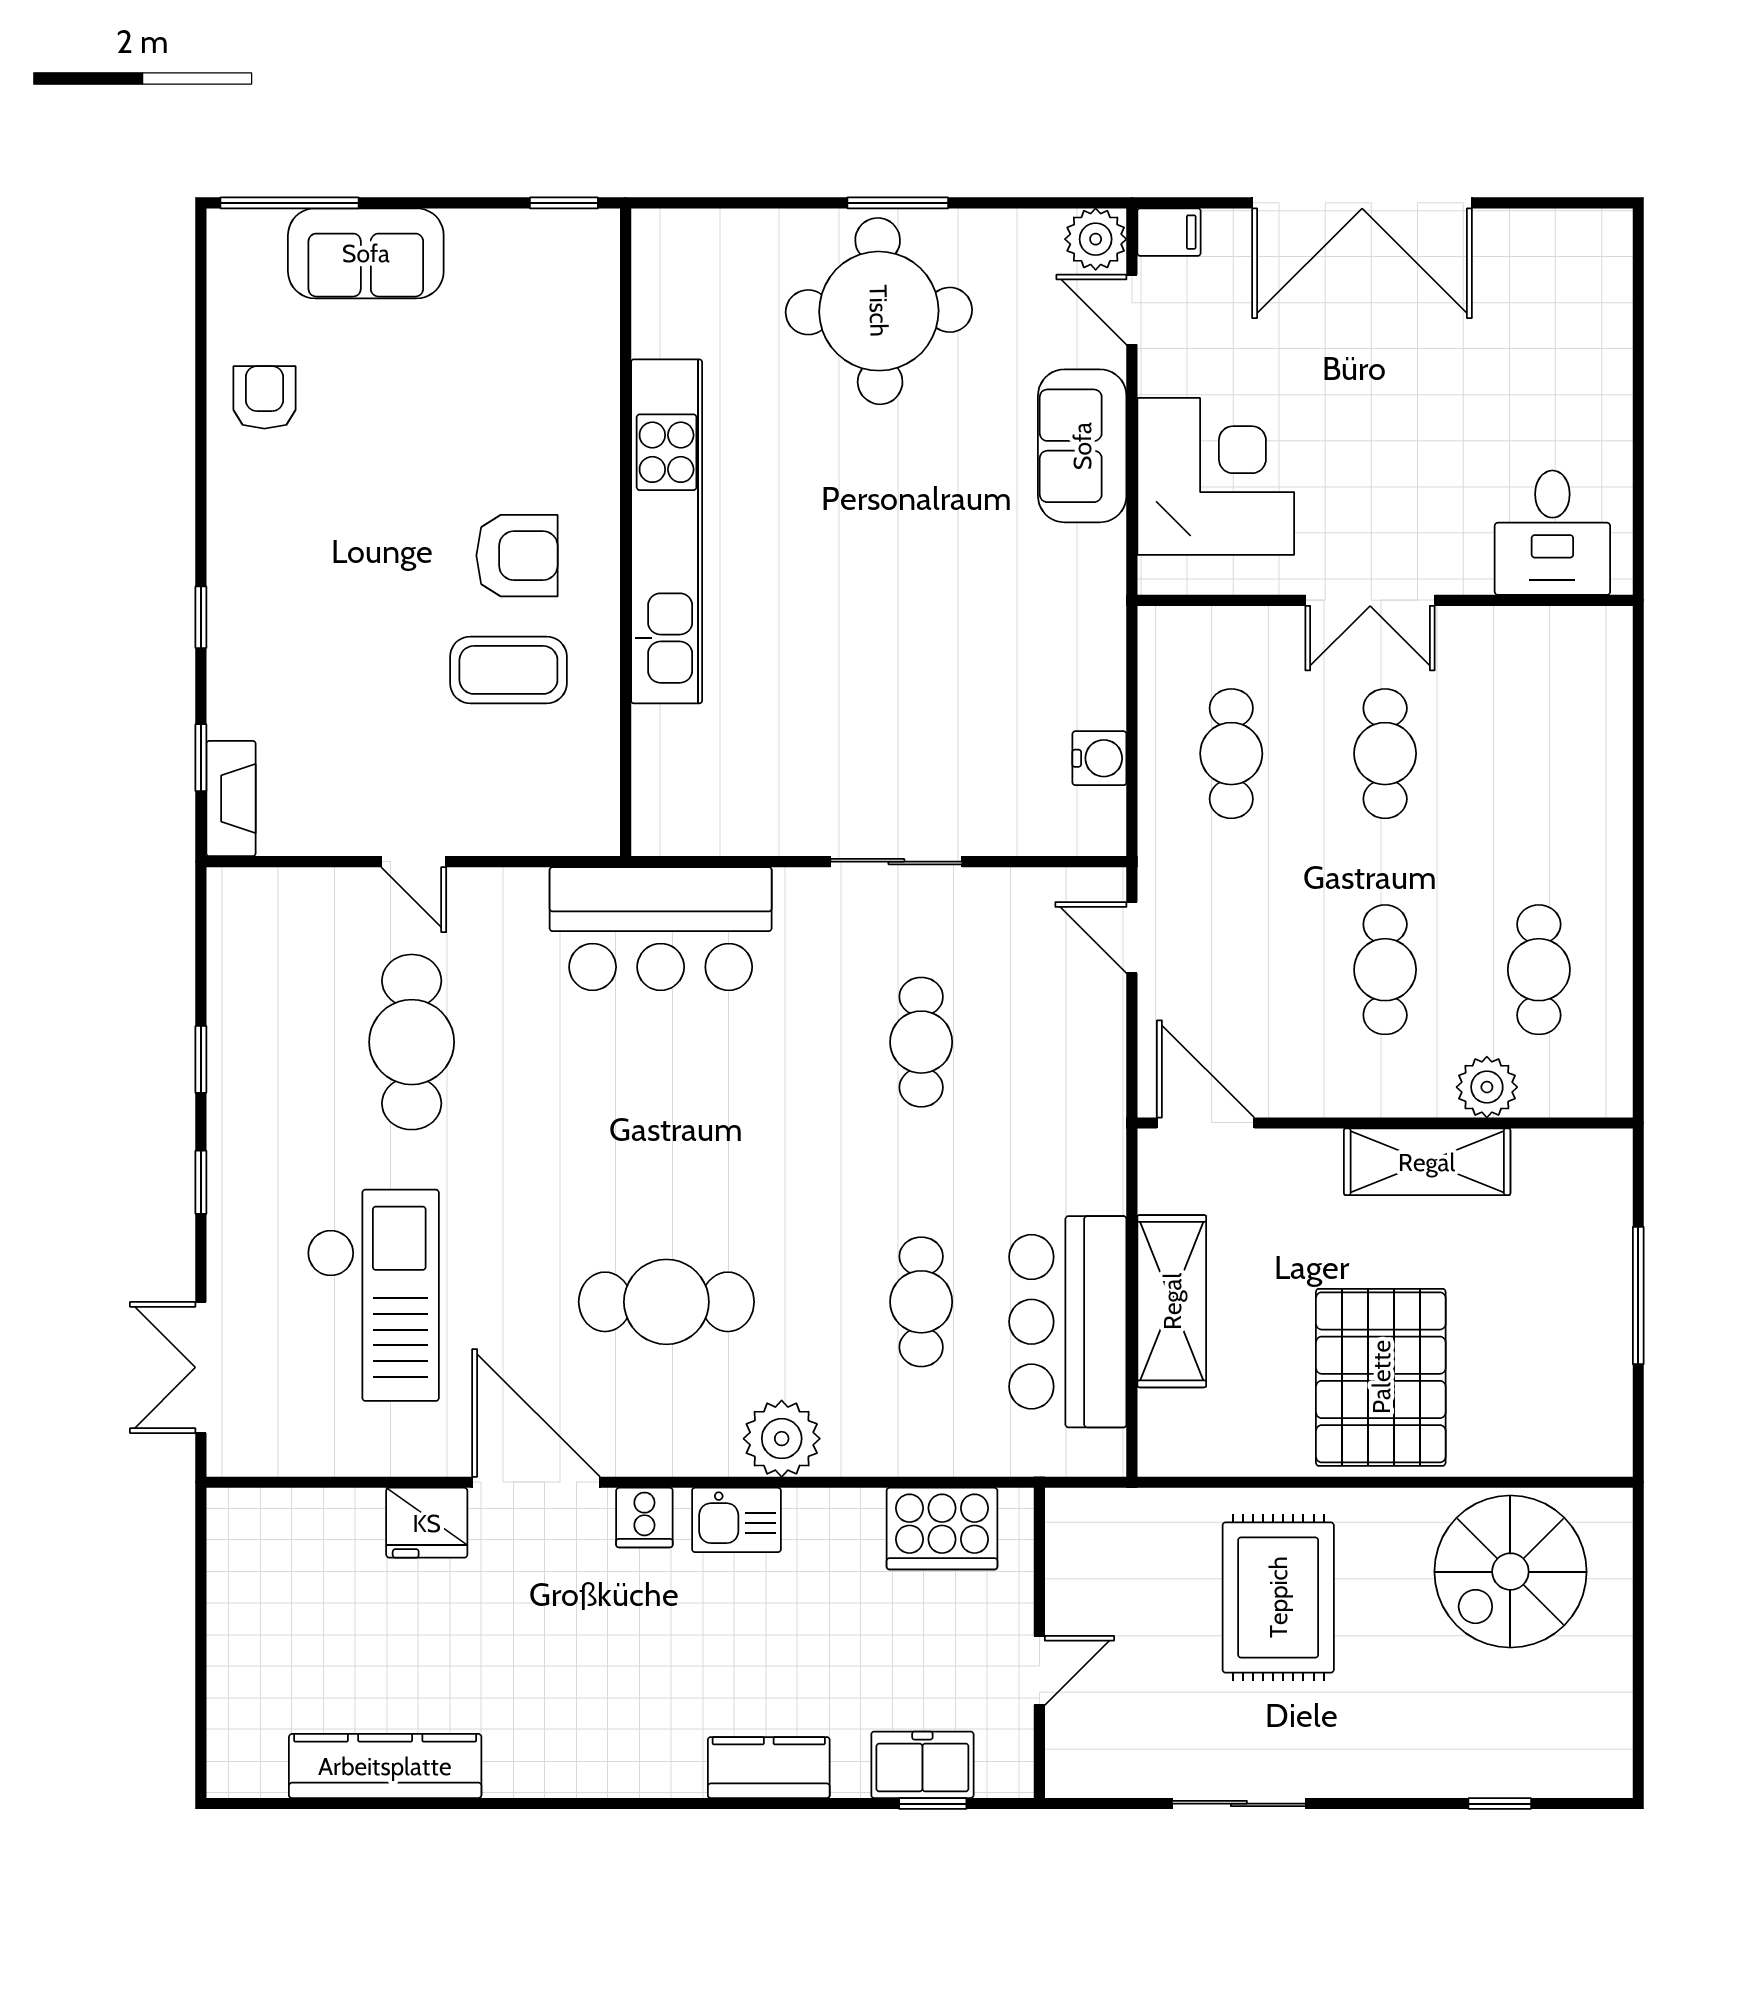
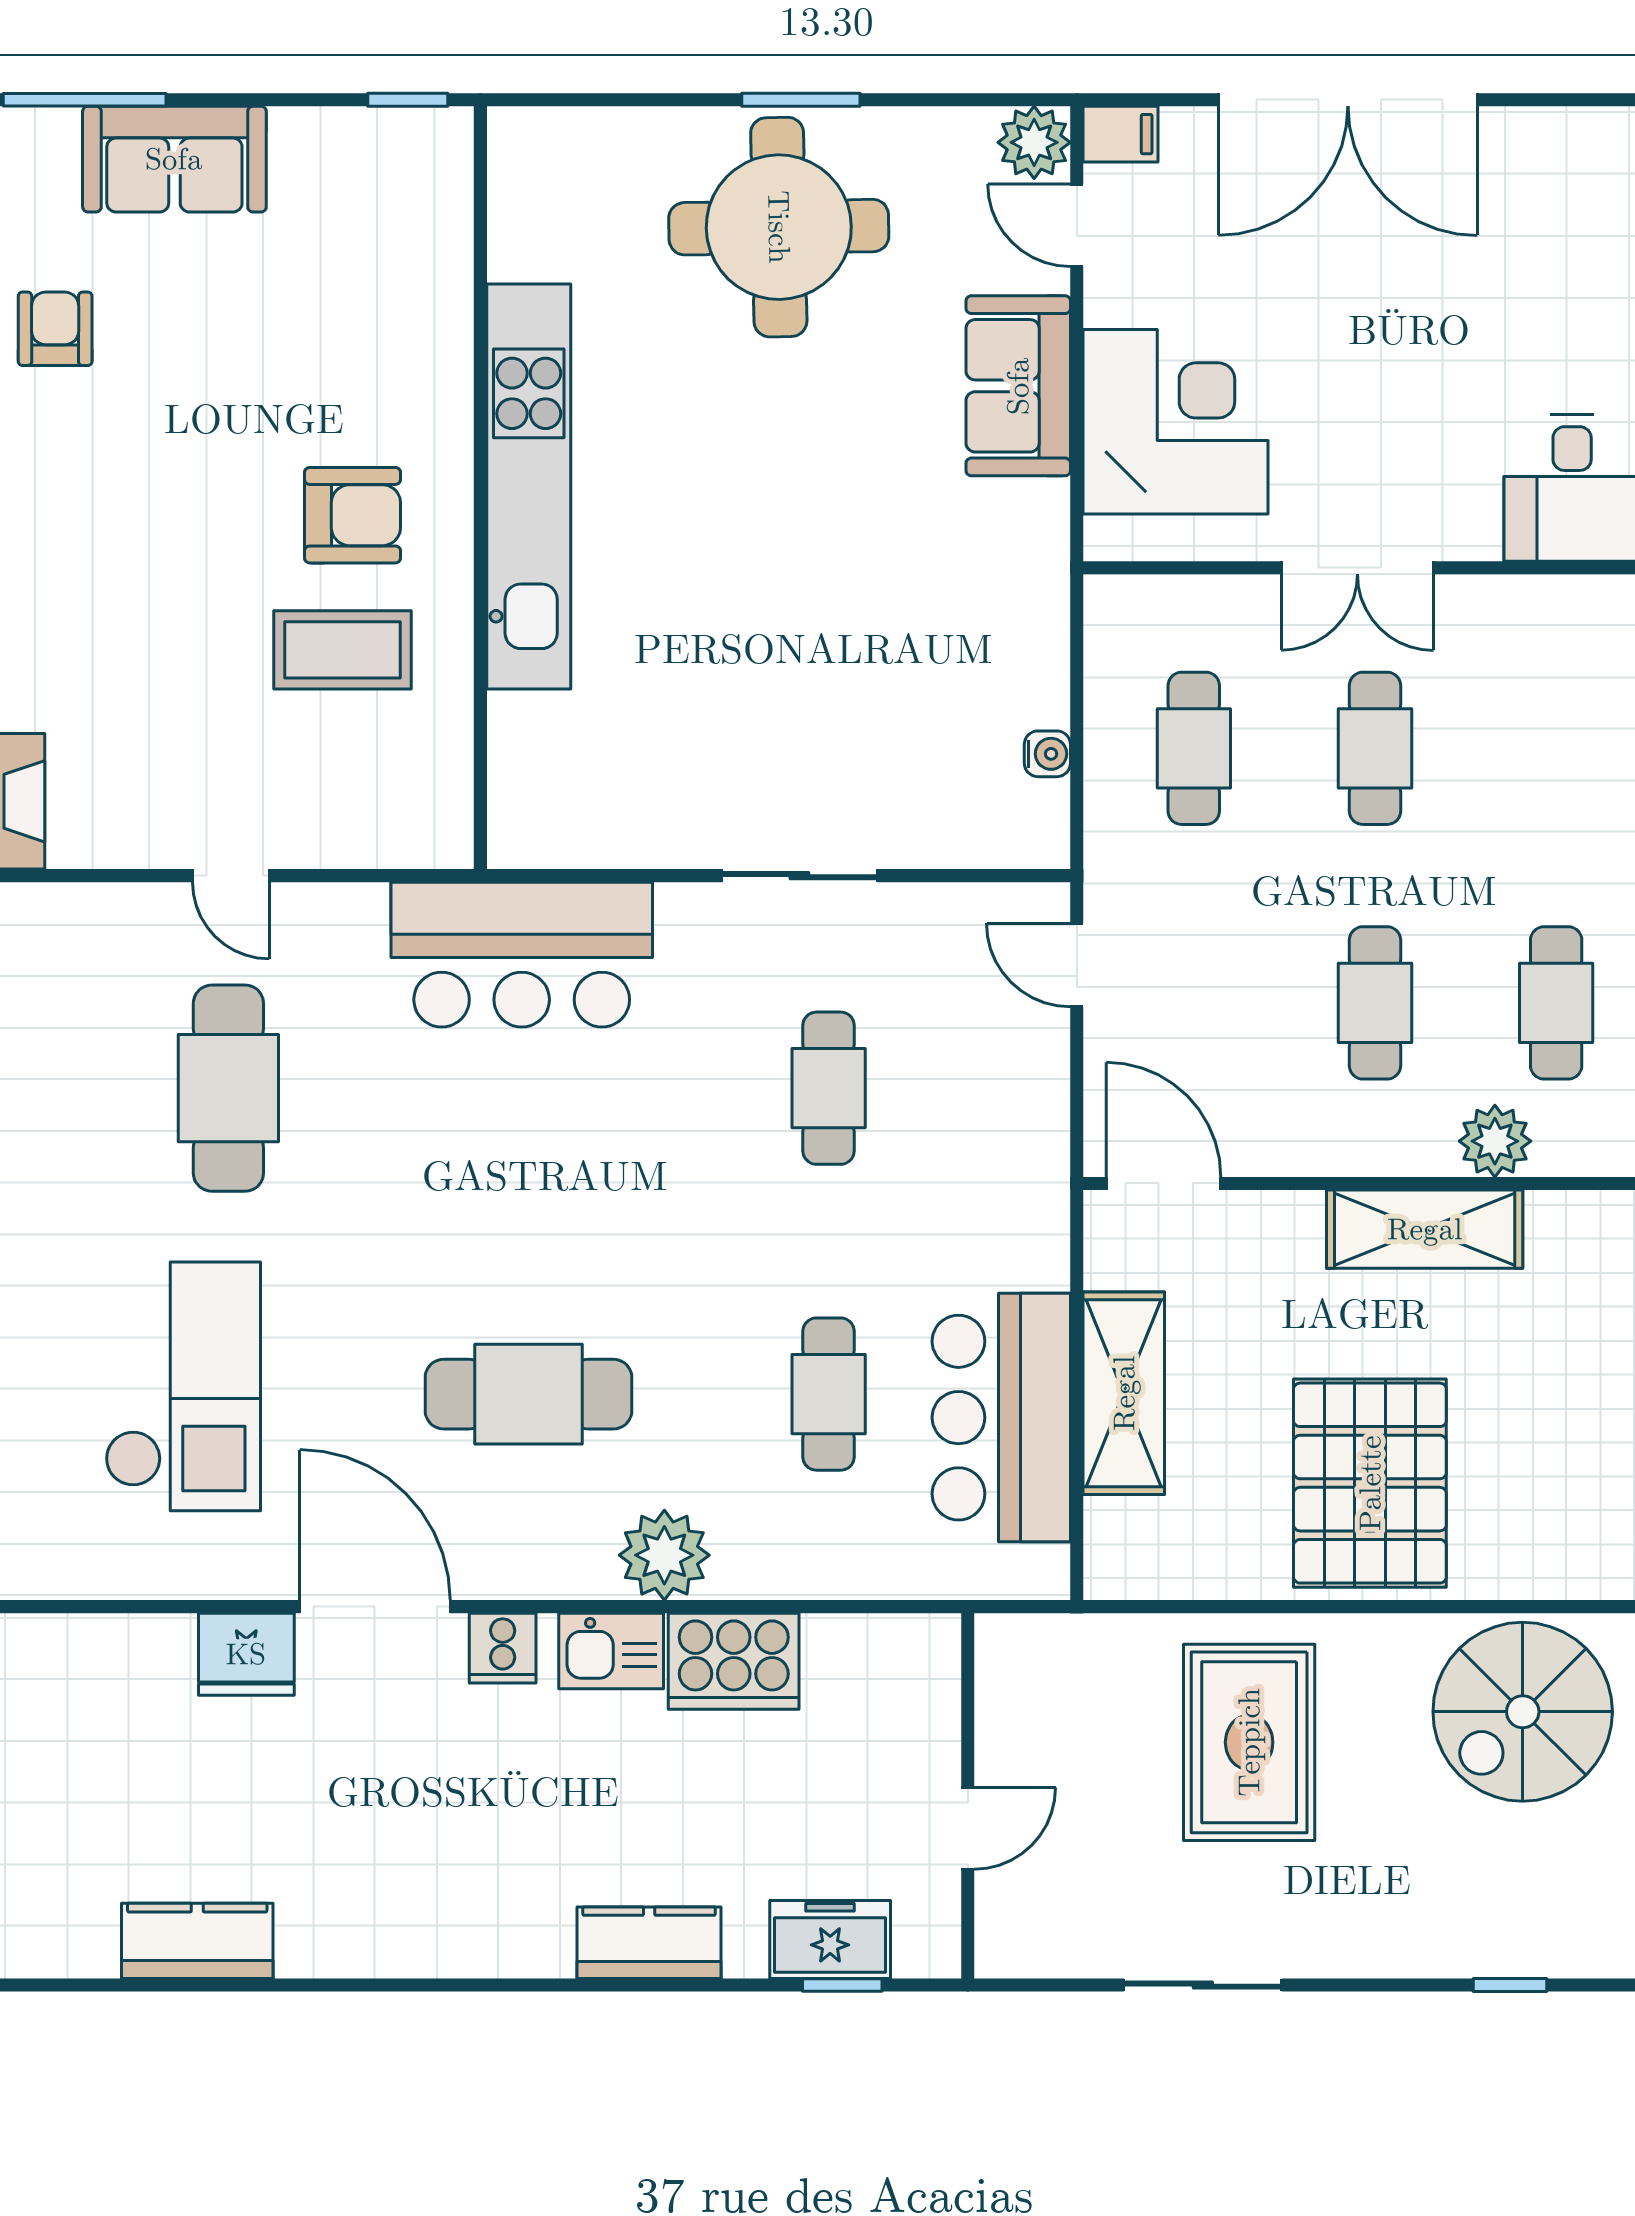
water cooler: (1099, 758) -> (1047, 754), width x0.72, depth x0.72
cooker: (942, 1529) -> (734, 1661), moved
kitchen counter: (385, 1766) -> (197, 1941), width x0.67

